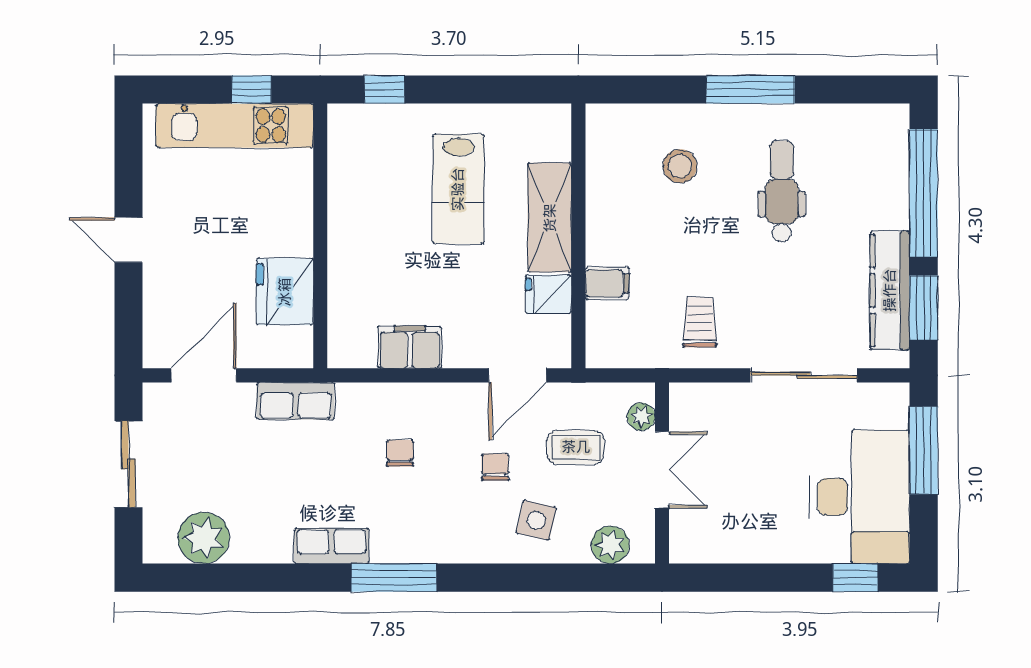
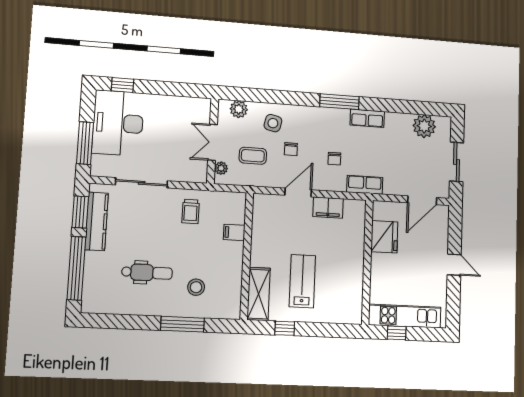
window: (384, 89) -> (285, 328), moved
window: (751, 89) -> (182, 324), moved
dental chair: (782, 191) -> (147, 273), turned -90
shelving: (550, 218) -> (259, 294), moved
fridge: (548, 294) -> (262, 229), removed
door: (517, 375) -> (298, 192), moved
row of seats: (296, 401) -> (365, 185), moved

